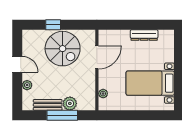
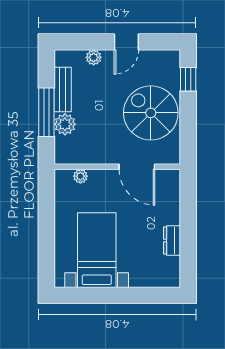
window: (53, 25) -> (188, 79), moved
dresser: (144, 35) -> (172, 241), width x0.70
spiral stairs: (63, 49) -> (151, 113), turned 90

